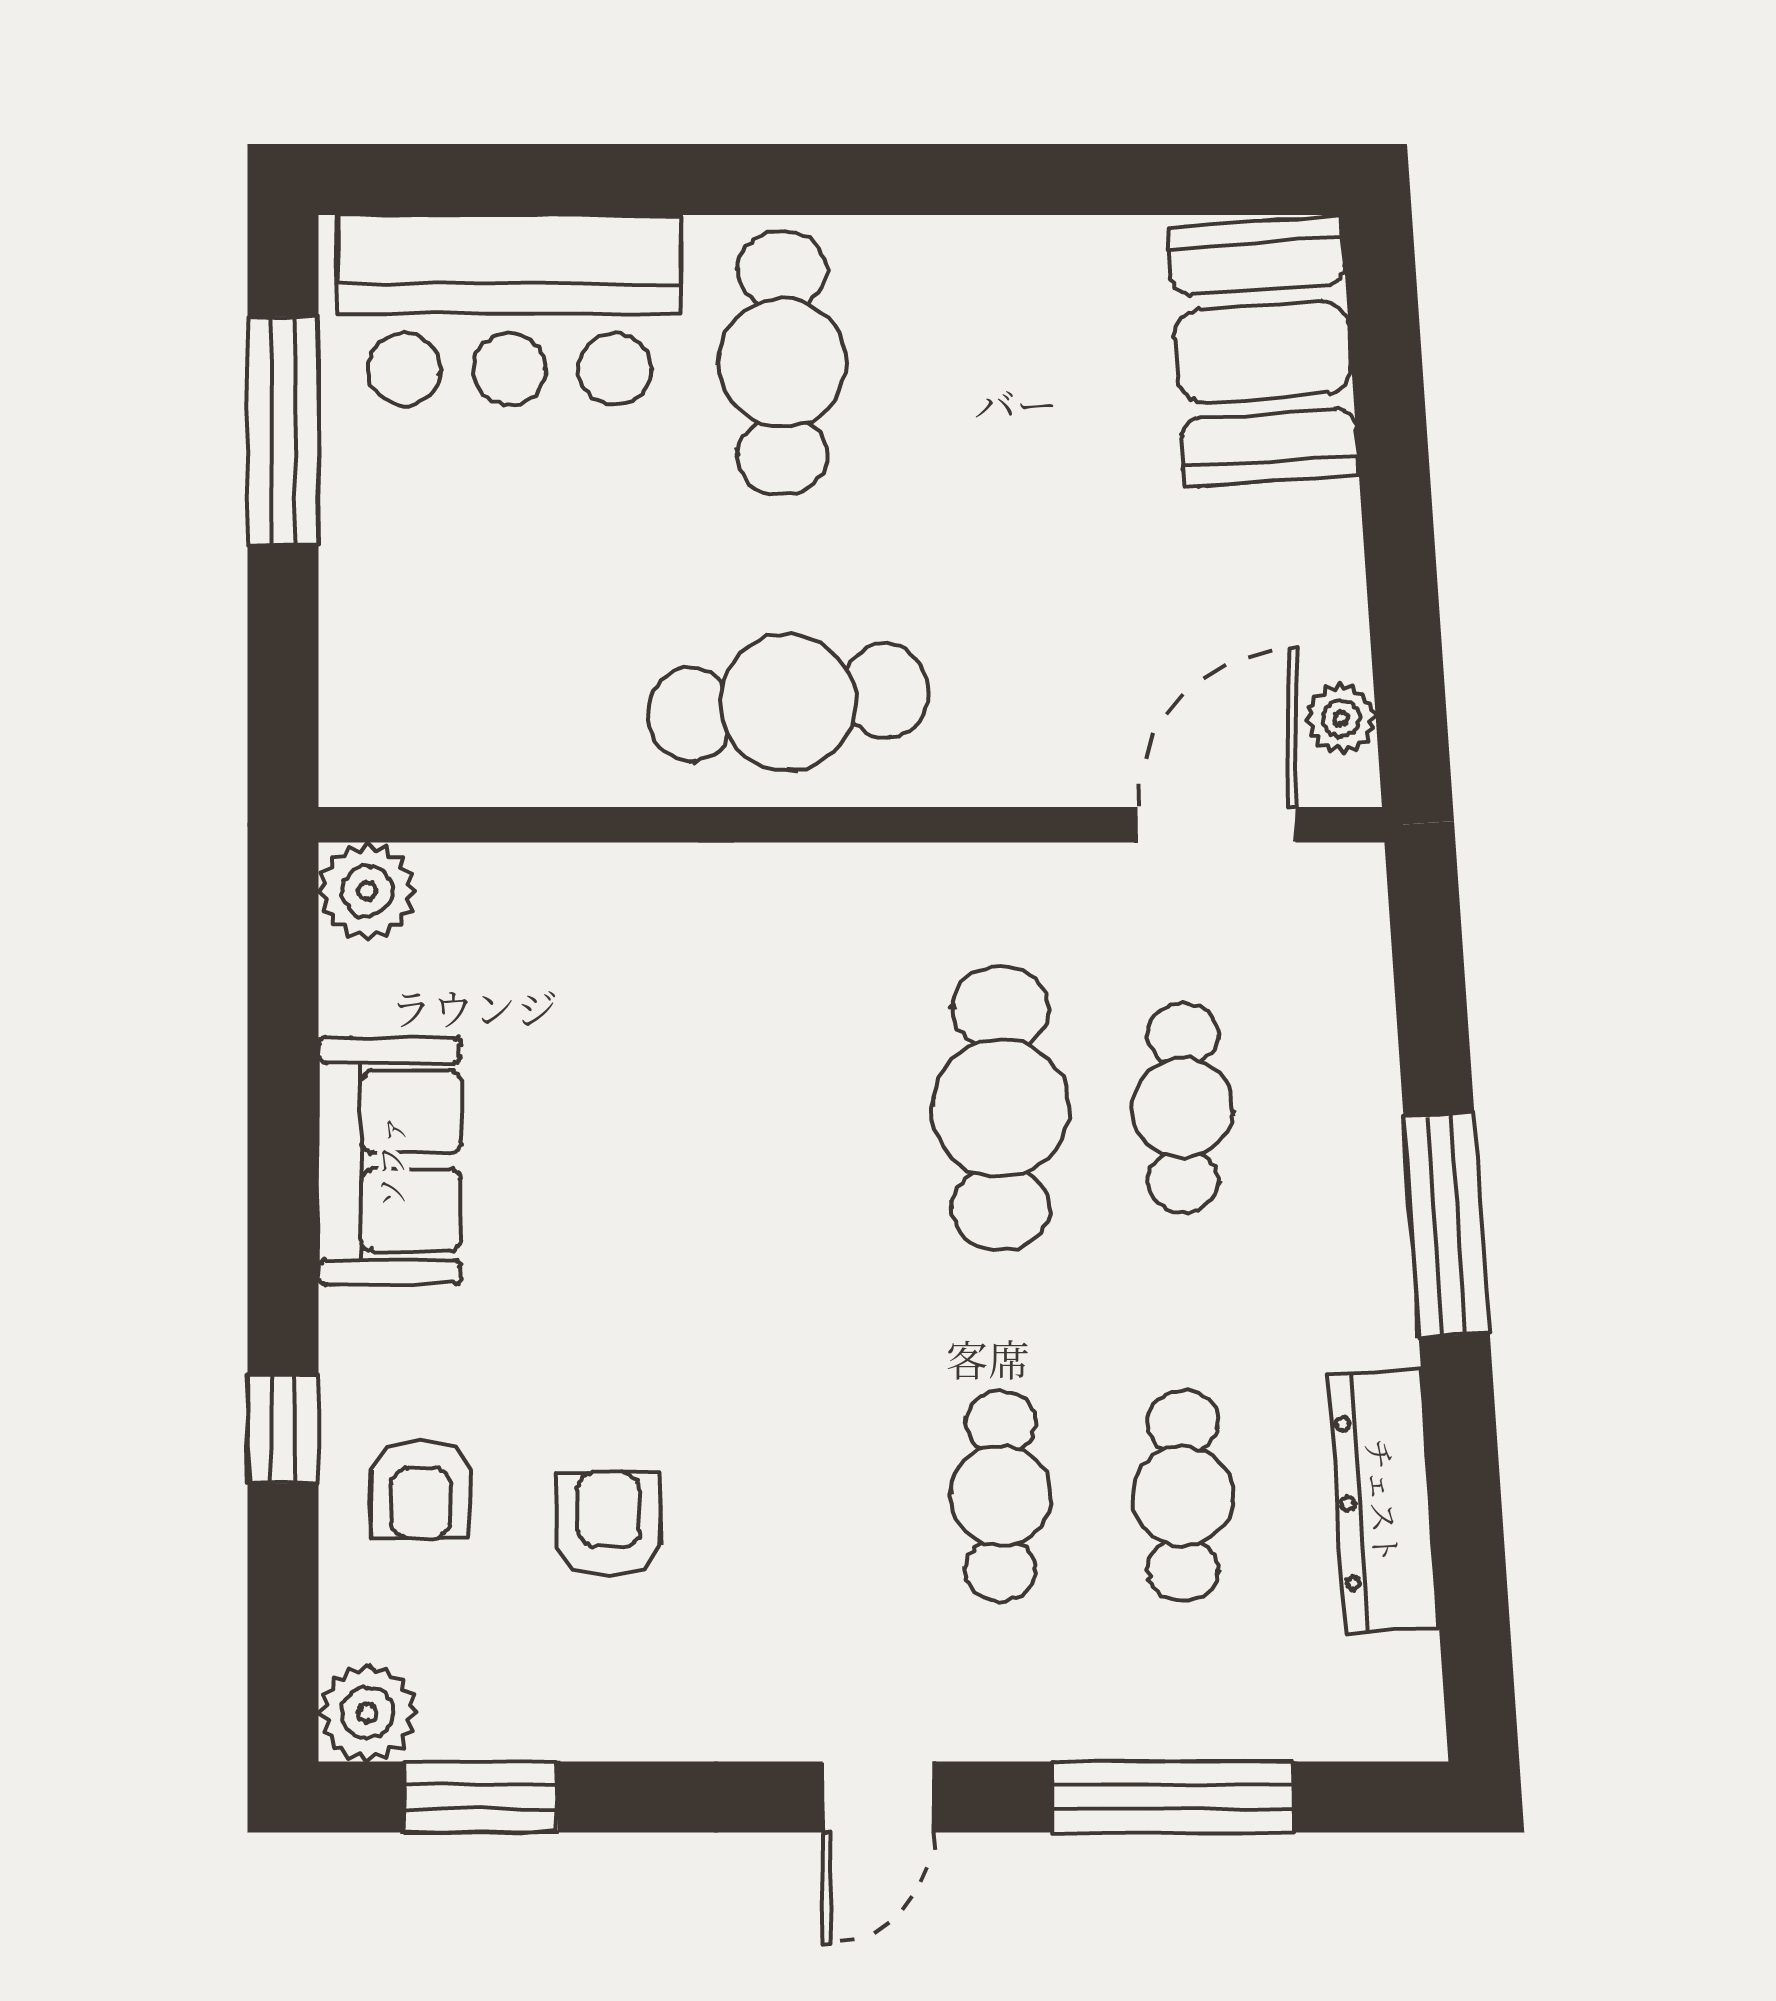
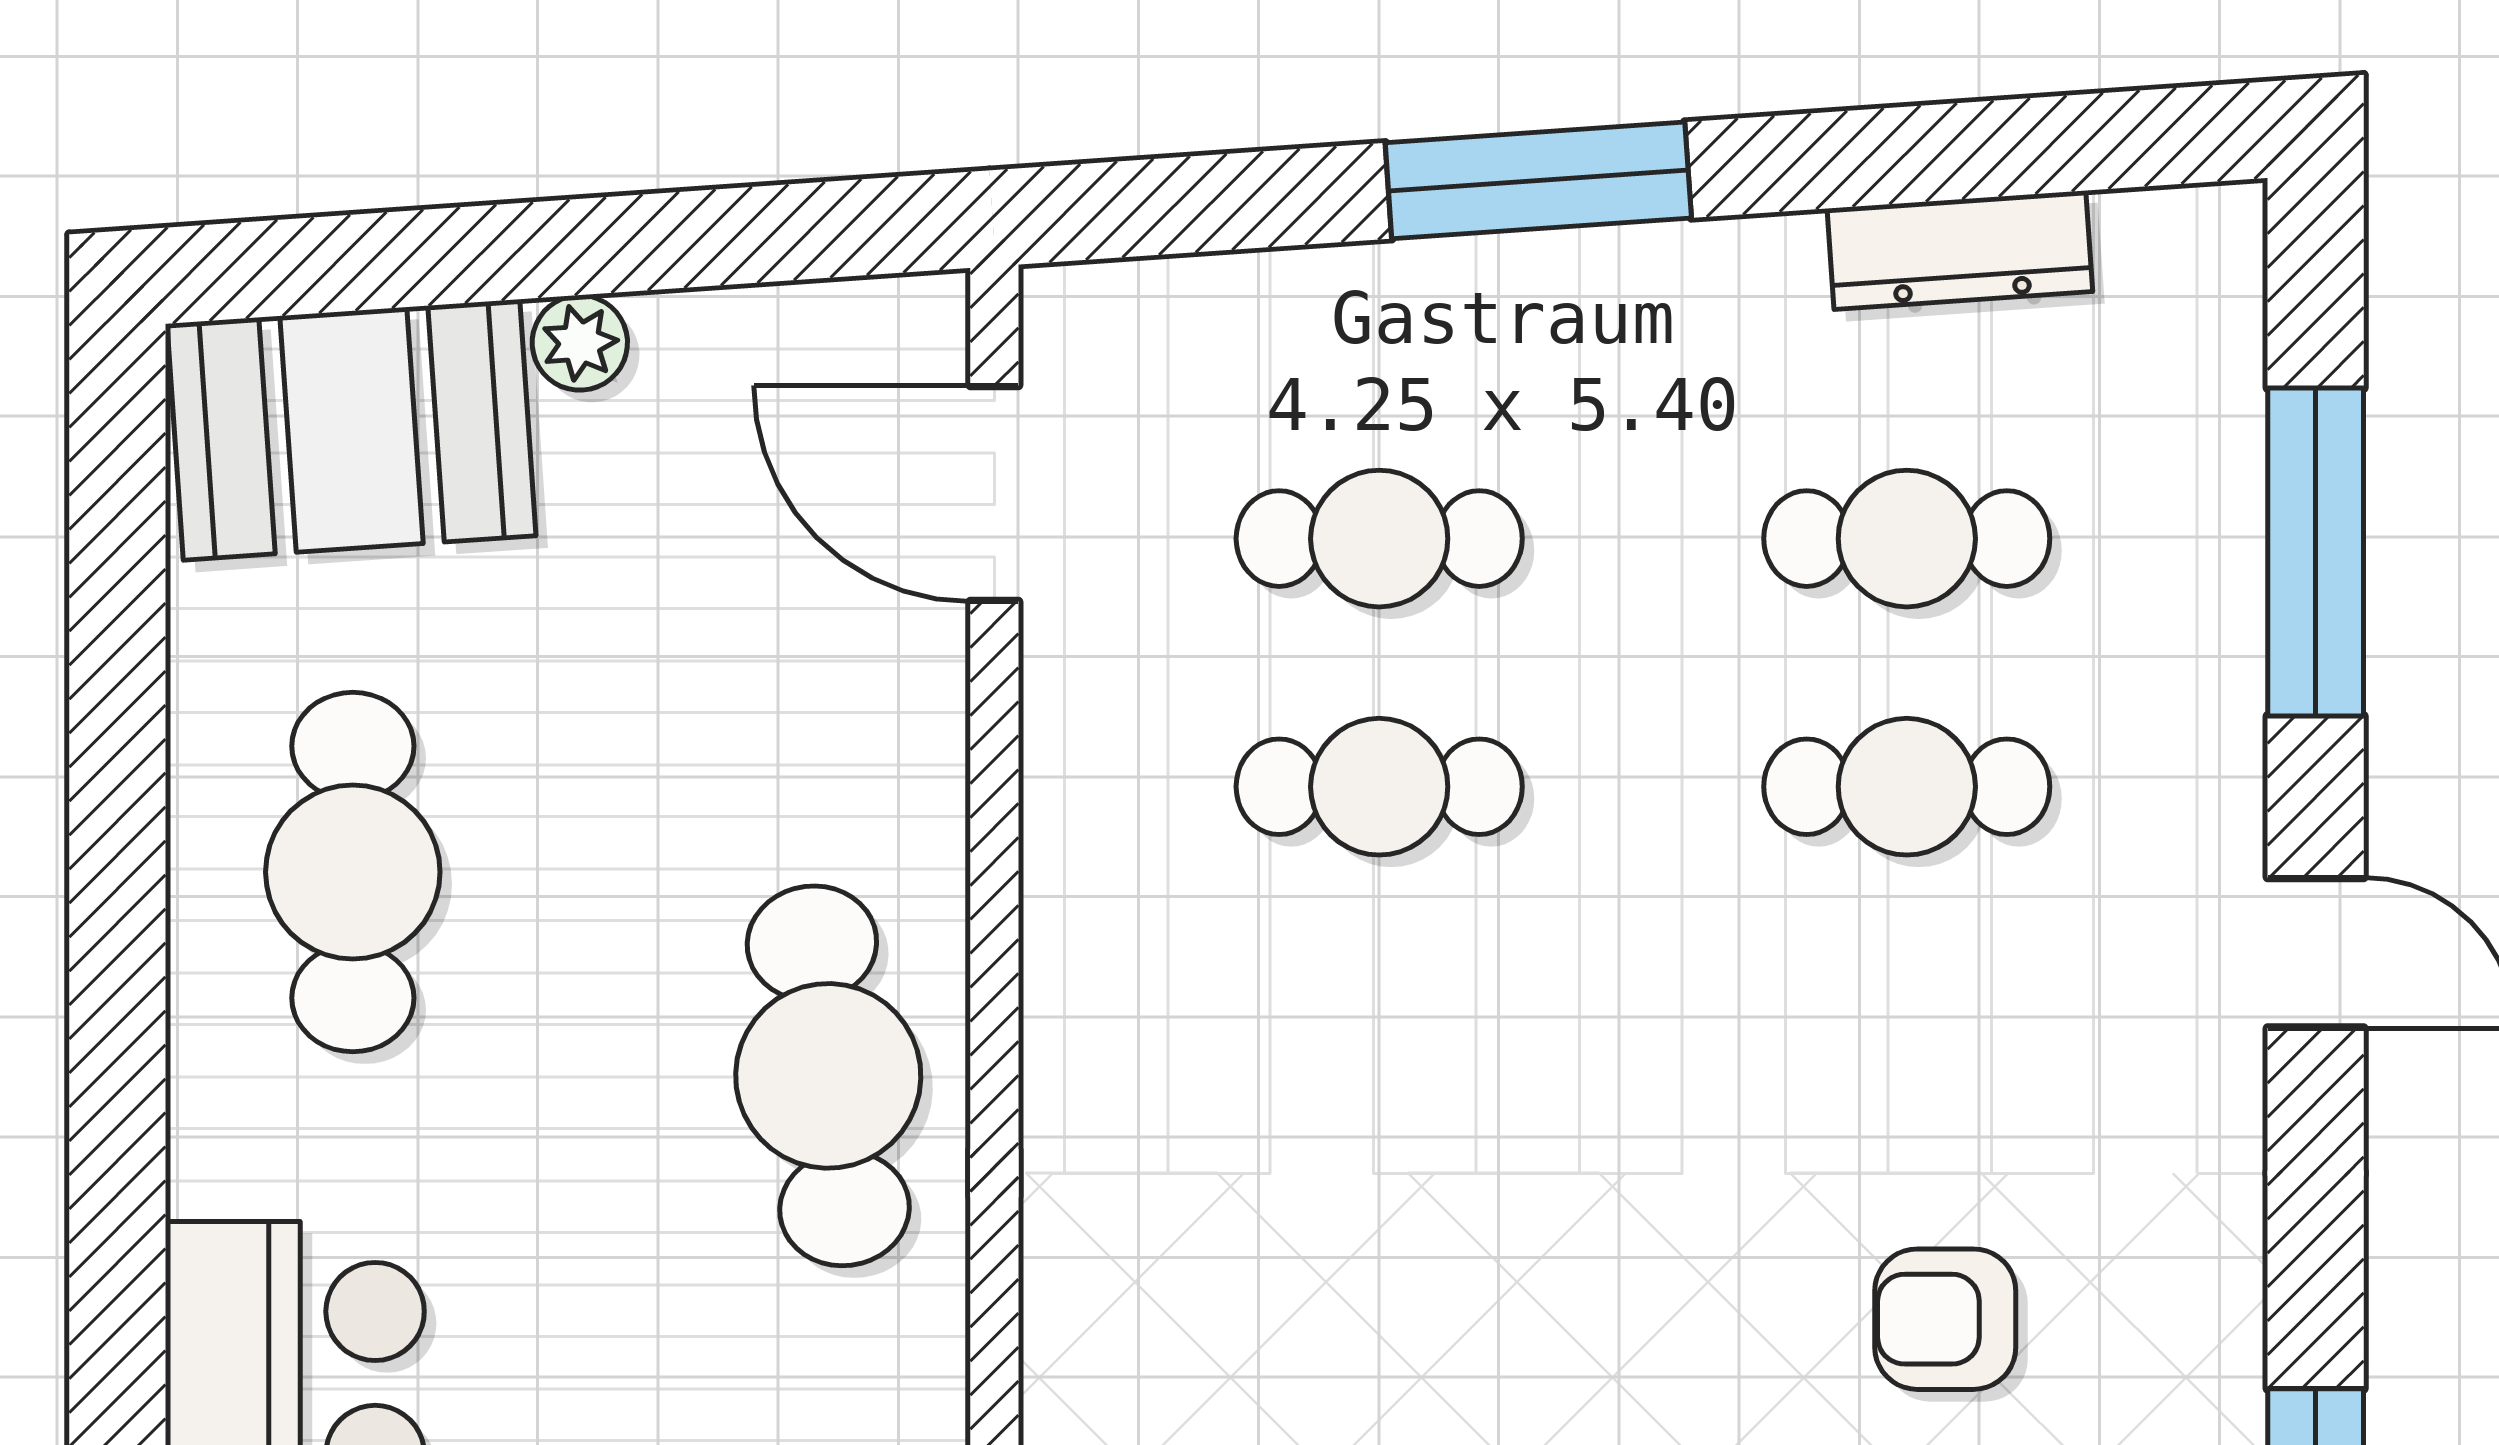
cafe table: (782, 363) -> (353, 872), moved, turned 90
plant: (1341, 718) -> (580, 343), moved
cafe table: (1000, 1108) -> (1379, 787), width x0.73, depth x0.74
dresser: (1384, 1501) -> (1960, 250), width x0.73, depth x0.80

